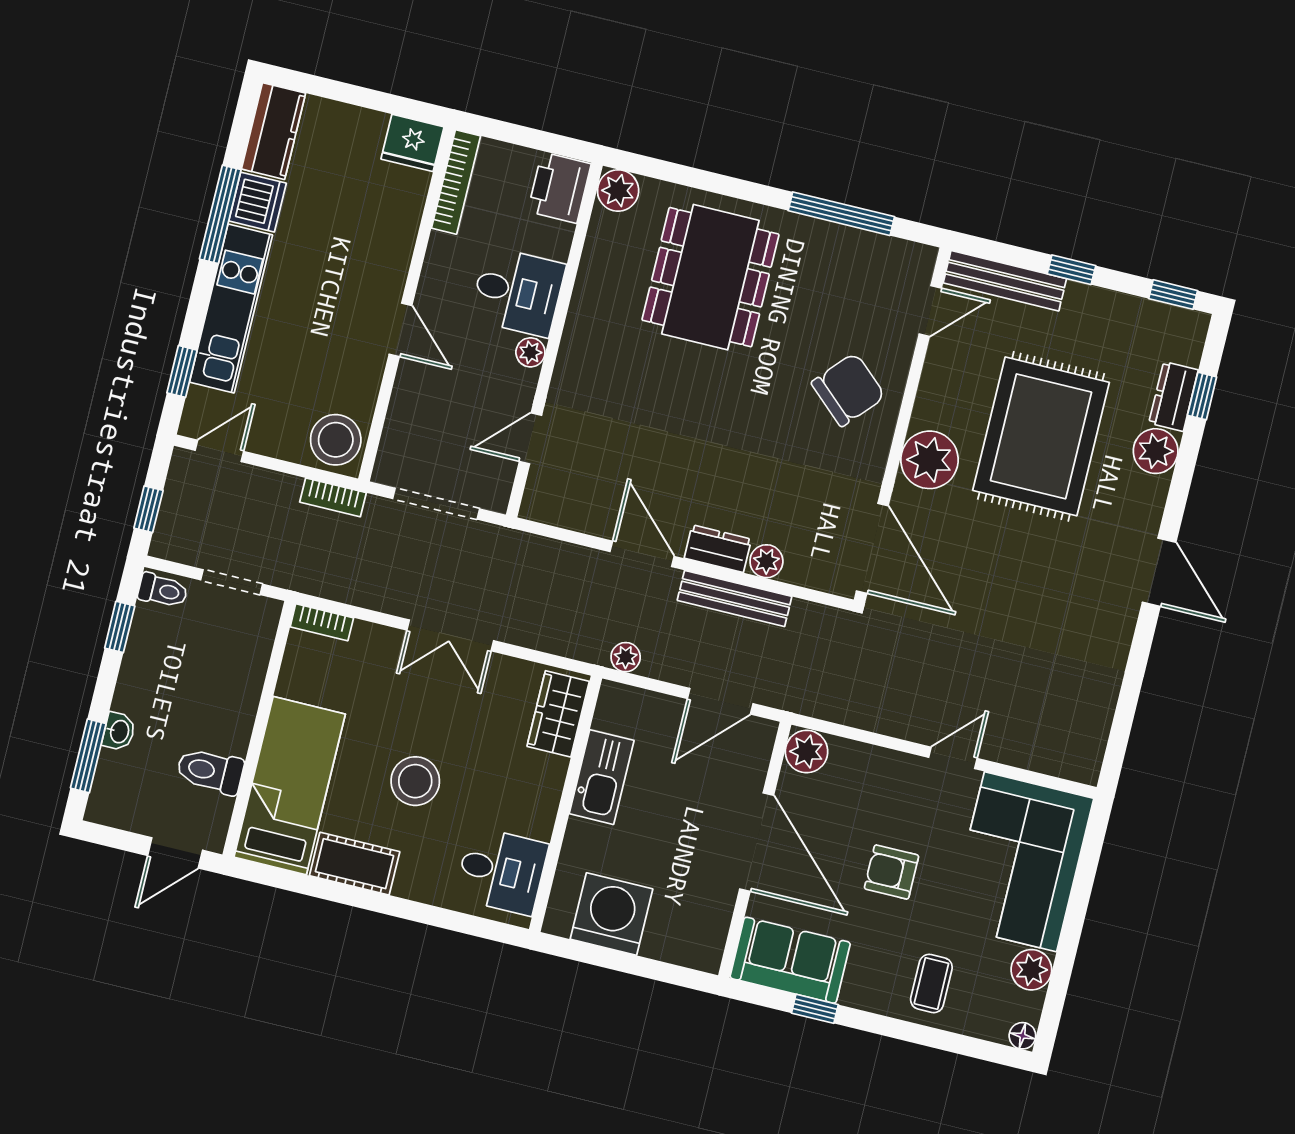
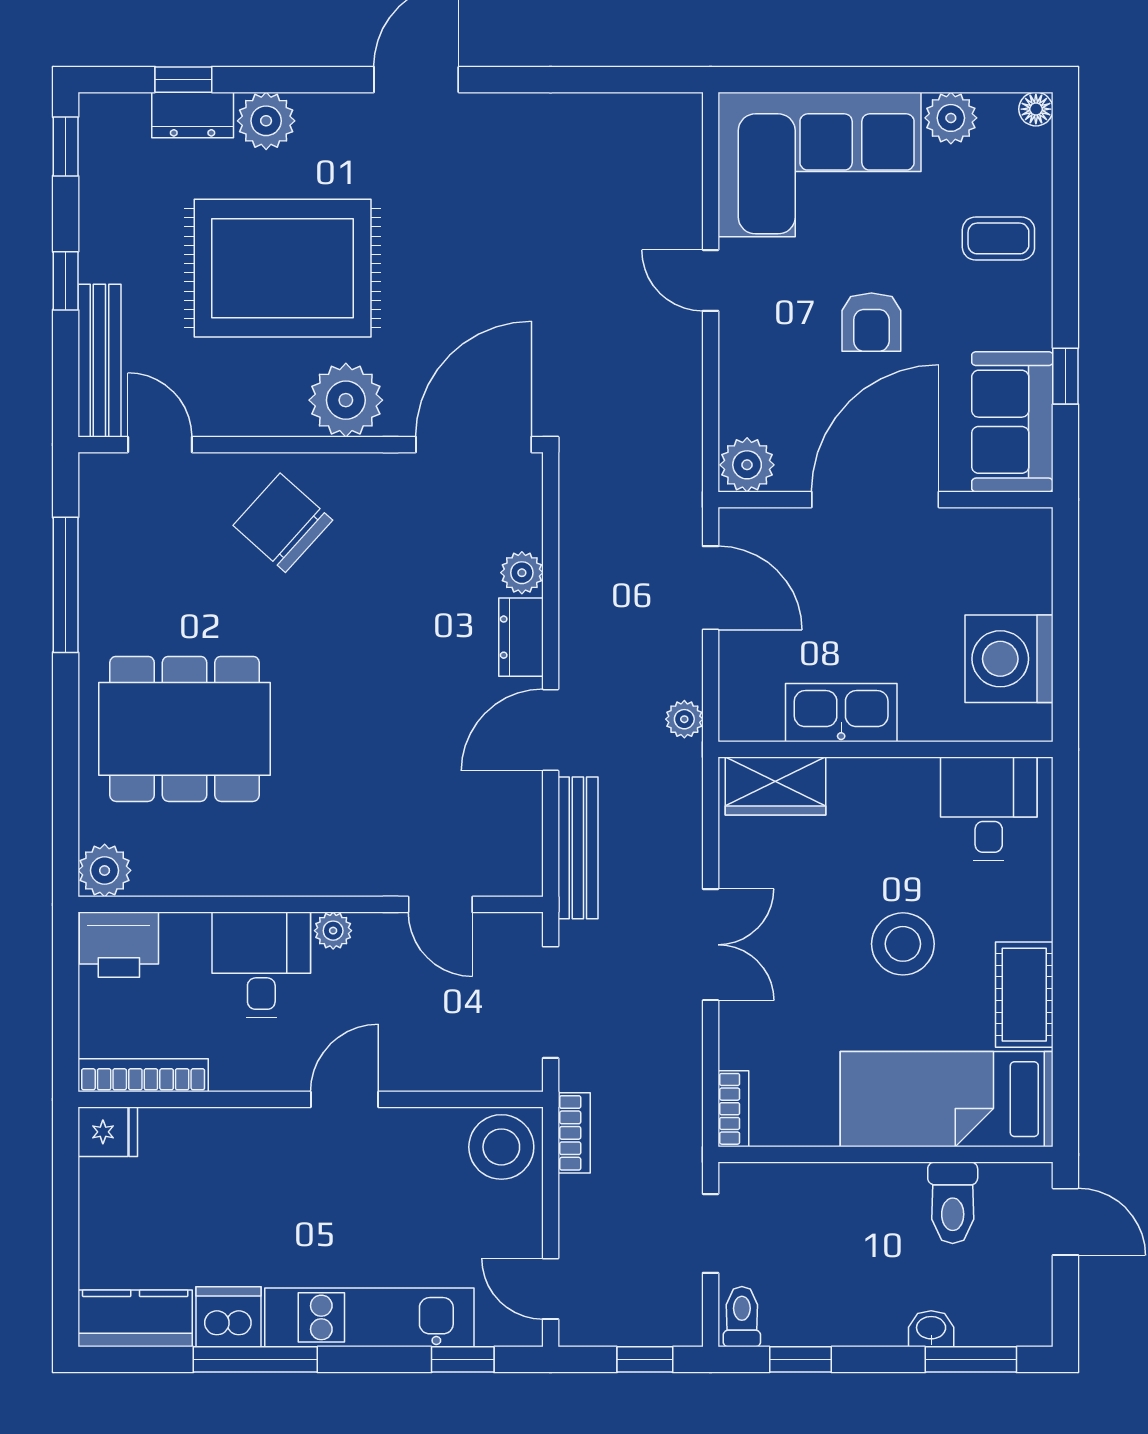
fridge: (412, 143) -> (108, 1132), width x0.72
bench: (735, 598) -> (578, 848), moved

